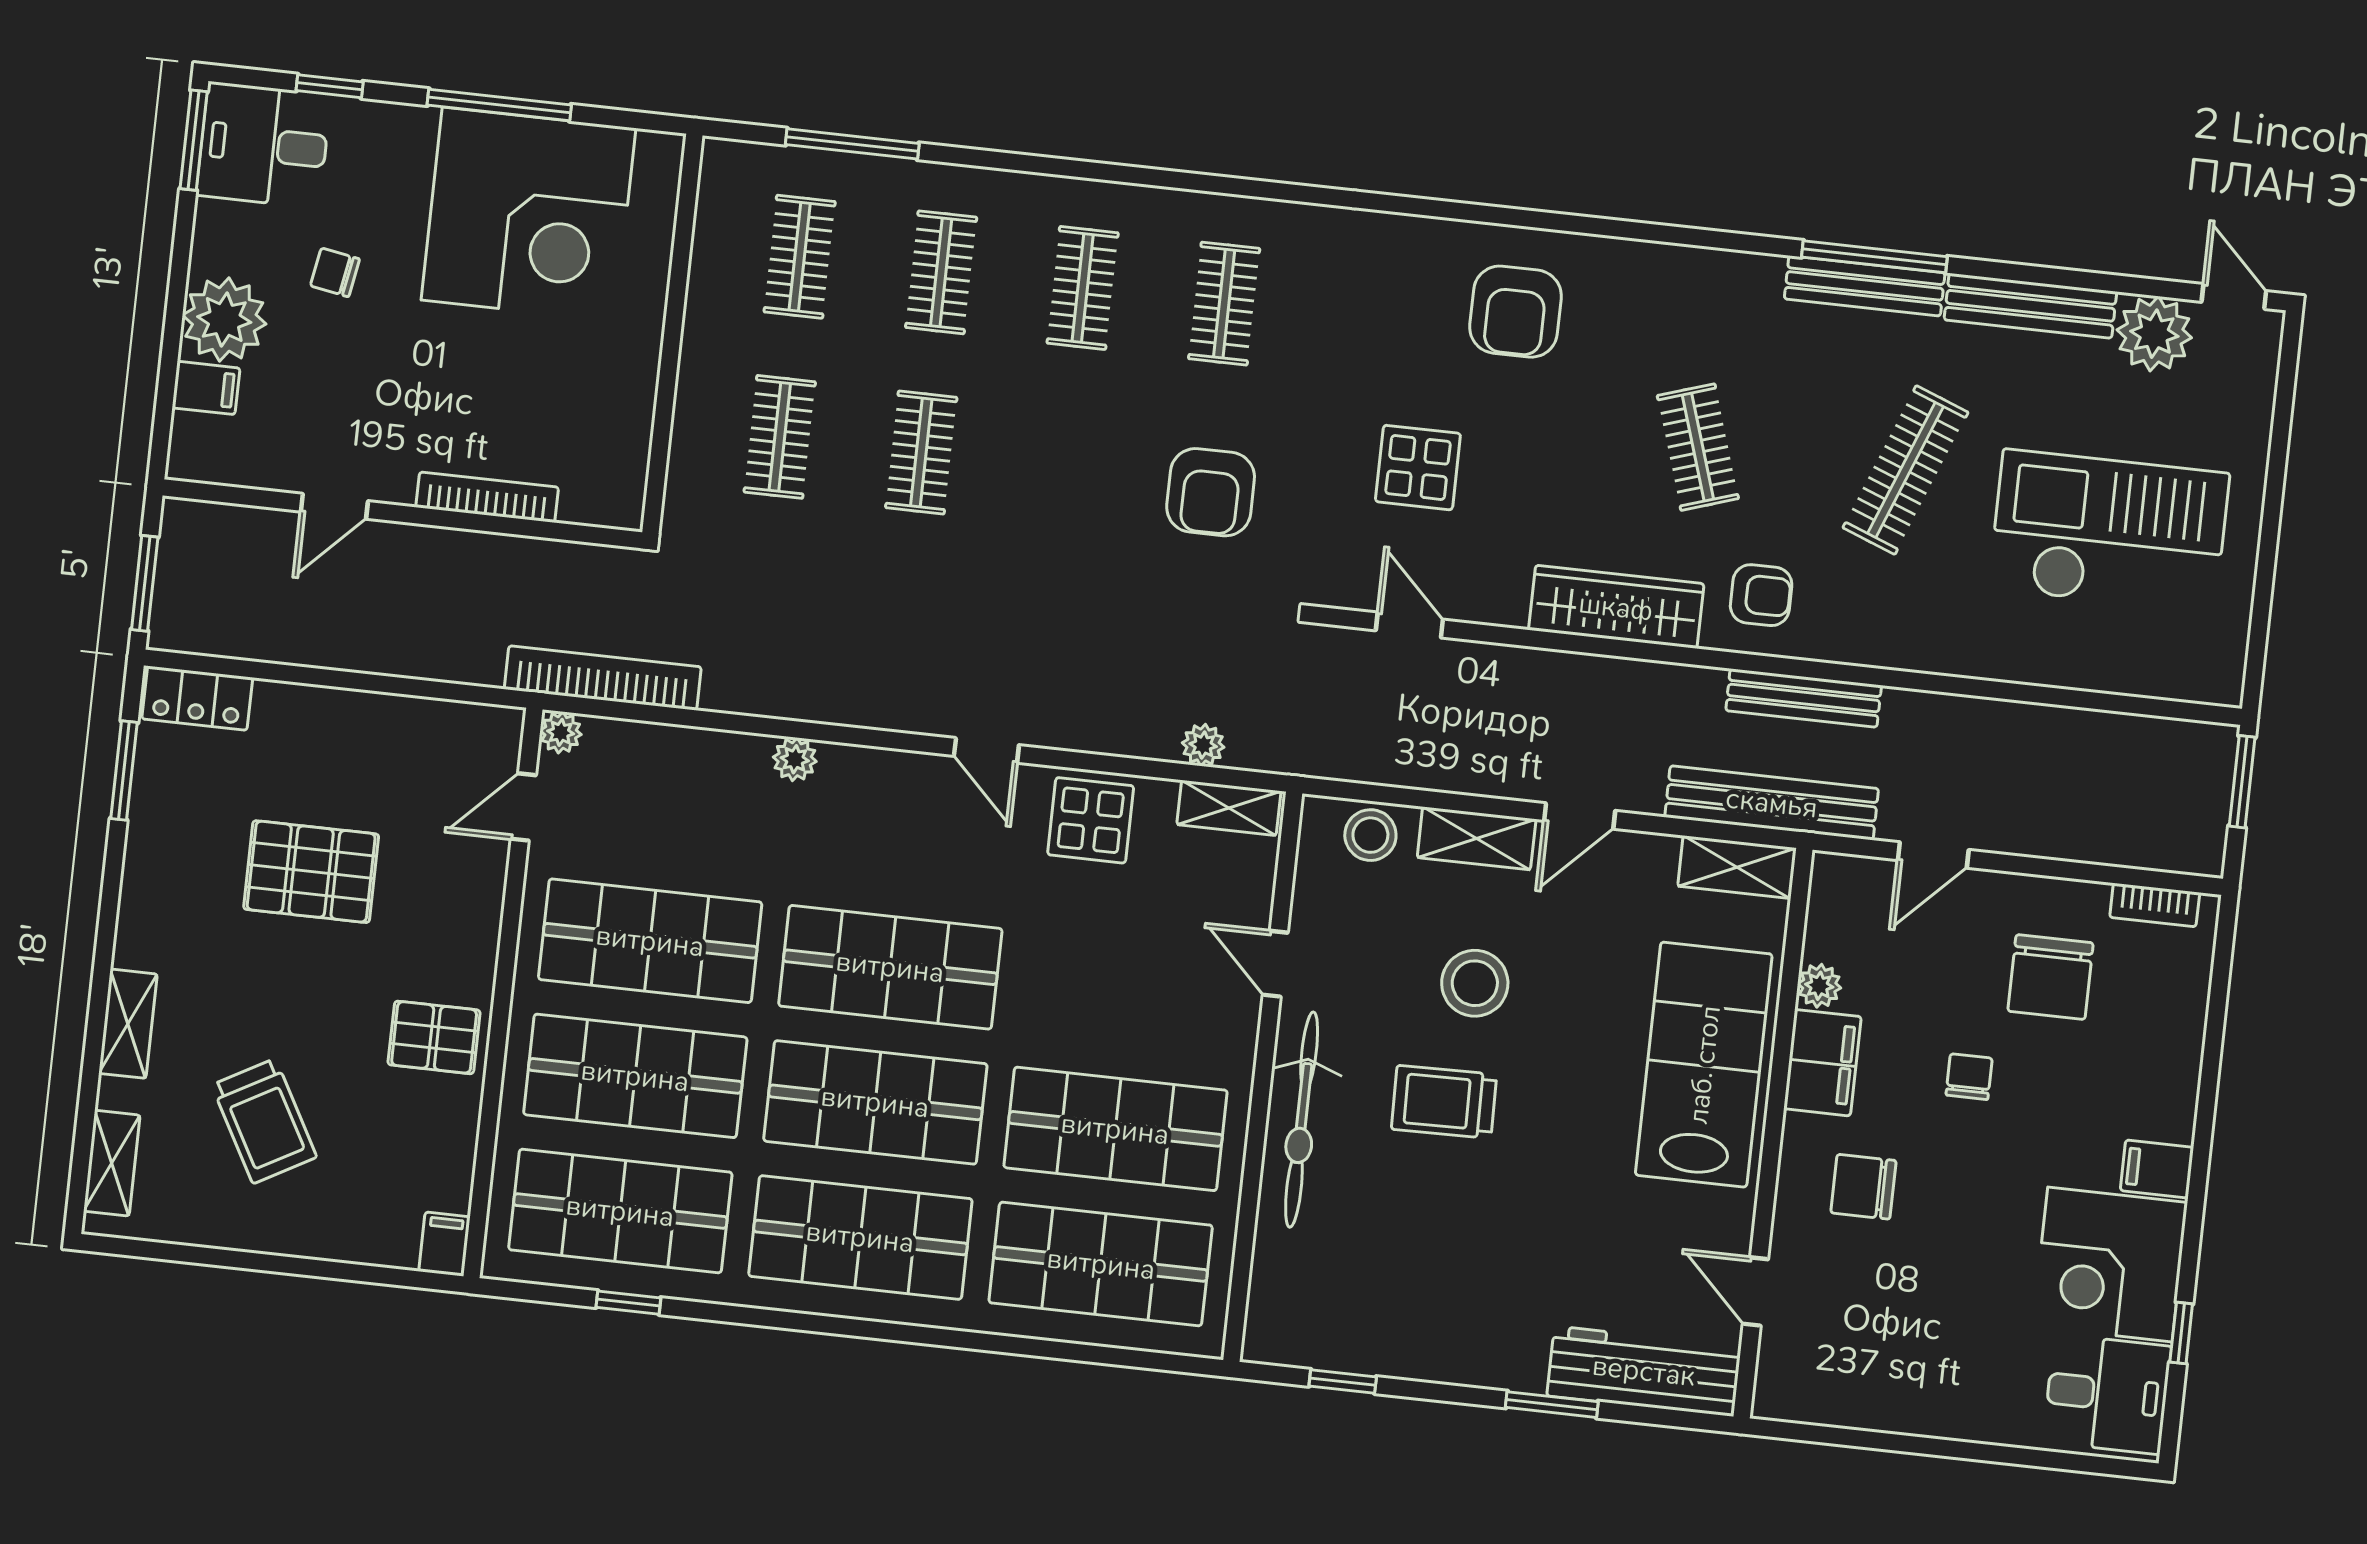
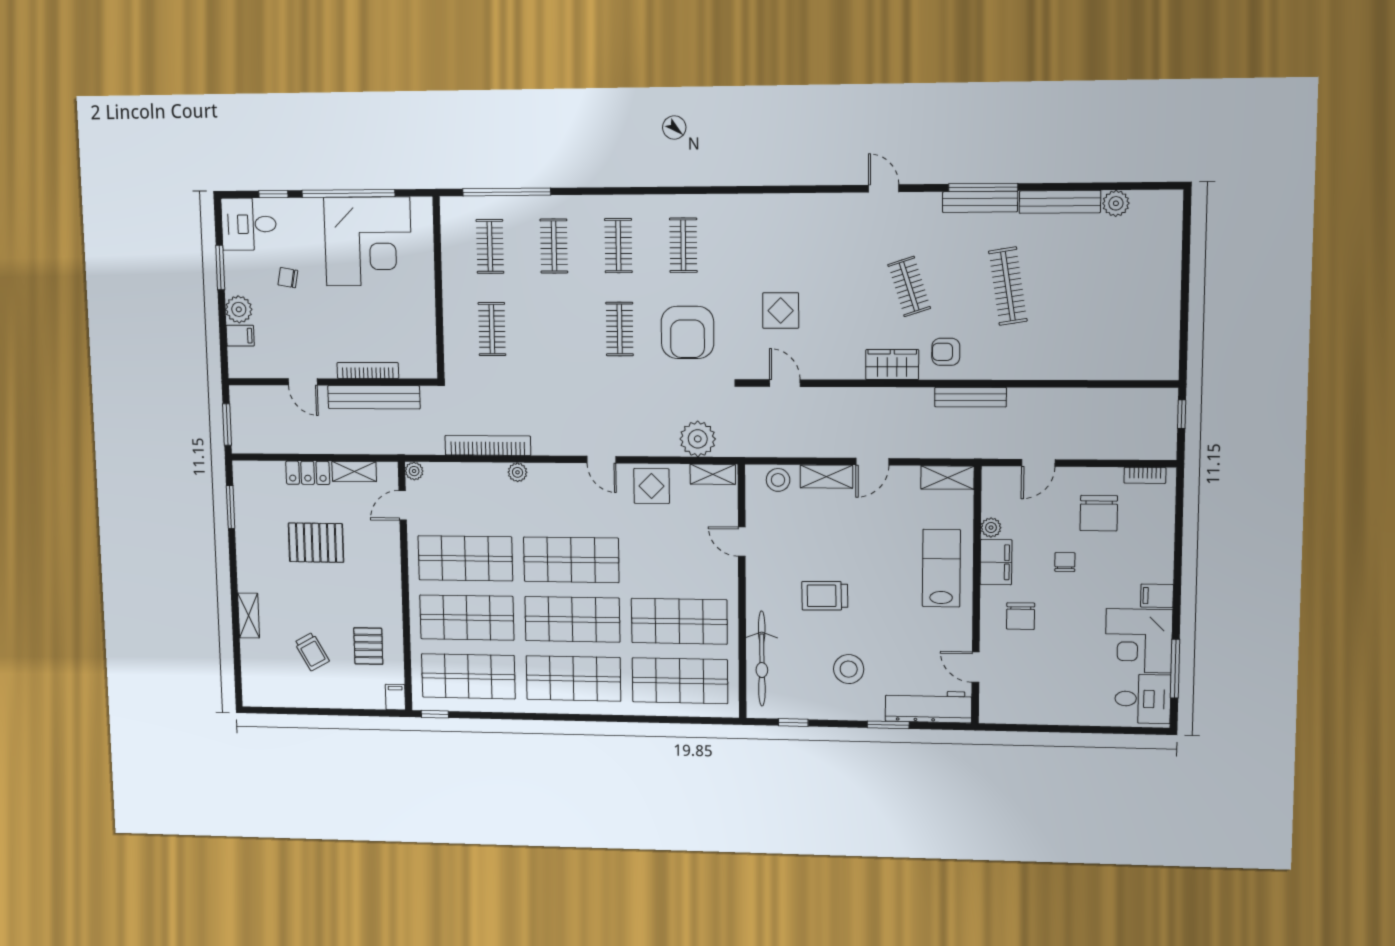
window: (499, 105) -> (348, 193), width x1.46
window: (194, 140) -> (220, 268), moved
window: (852, 144) -> (507, 192), width x1.46
door: (2234, 296) -> (884, 188), moved
armchair: (1516, 312) -> (818, 233), removed
plant: (224, 320) -> (239, 309), width x0.73, depth x0.73
plant: (2154, 334) -> (1116, 203), width x0.73, depth x0.73
clothes rail: (921, 453) -> (620, 329), moved
clothes rail: (1906, 470) -> (1008, 286), turned -30
armchair: (1211, 492) -> (687, 332), width x1.36, depth x1.36
door: (334, 506) -> (303, 382), hinge flipped
checkout: (2109, 531) -> (1107, 304), removed
armchair: (1761, 595) -> (946, 352), turned 180
wardrobe: (1616, 607) -> (892, 365), width x0.67
bookcase: (603, 678) -> (488, 445), moved
locker: (197, 698) -> (308, 473), moved
plant: (1203, 745) -> (698, 439), width x1.87, depth x1.87
window: (2242, 782) -> (1182, 414), width x0.67
bench: (1772, 803) -> (374, 397), moved
stool: (1475, 983) -> (849, 669), moved
pallet: (434, 1037) -> (368, 646), moved, turned 90
lab bench: (1704, 1065) -> (941, 568), width x0.73, depth x0.72
bicycle: (1302, 1120) -> (762, 659), moved
trolley: (264, 1121) -> (312, 652), width x0.73, depth x0.72
shelving: (112, 1163) -> (354, 471), moved, turned 90
chair: (1863, 1187) -> (1021, 616), turned -90
window: (628, 1303) -> (435, 714), moved
window: (2181, 1333) -> (1175, 669), width x2.17

